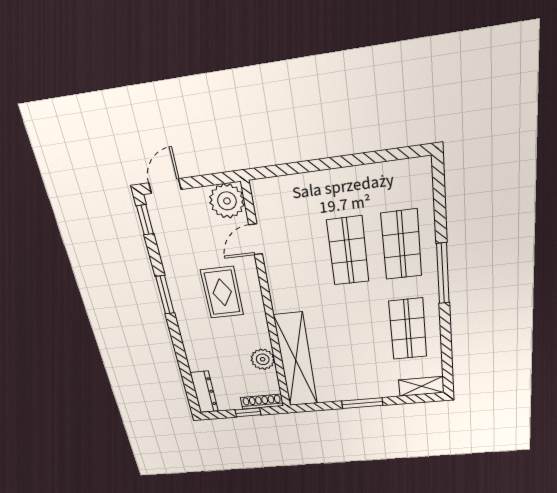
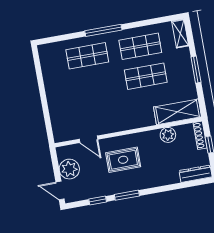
plant: (227, 201) -> (69, 169), moved
window: (145, 220) -> (98, 200), moved
shop shelf: (348, 251) -> (146, 76), moved
shelving: (296, 360) -> (177, 112), width x0.68

